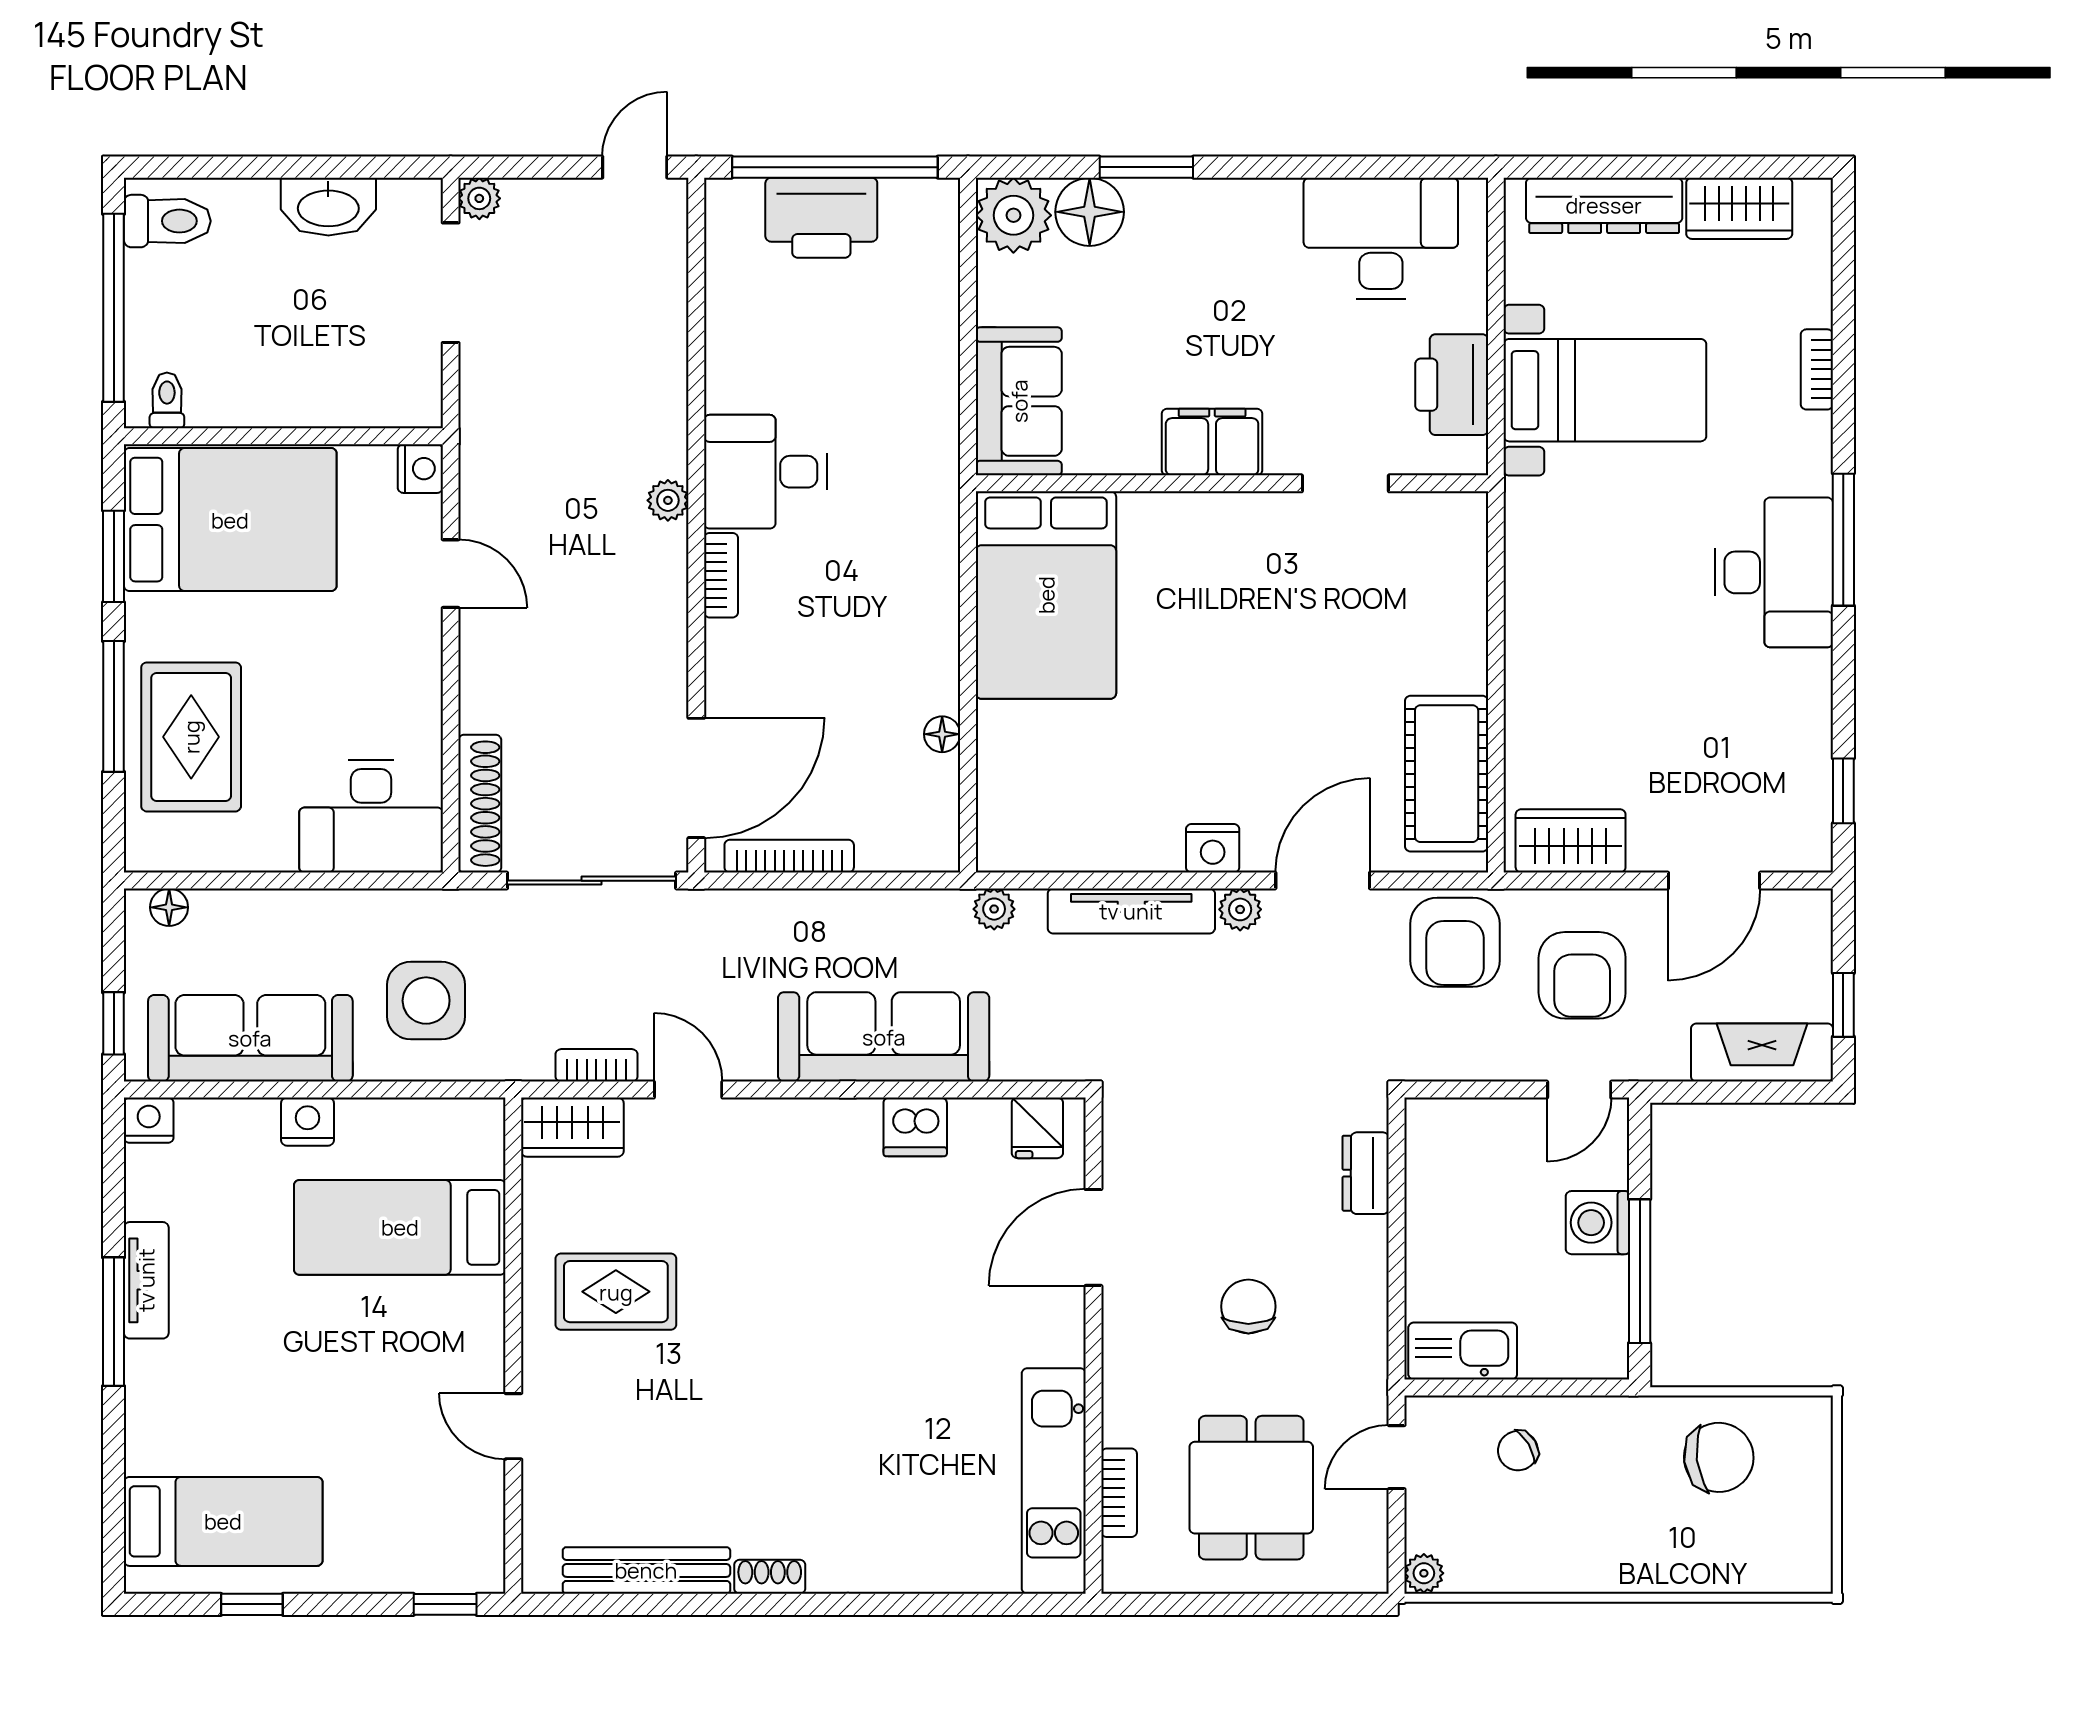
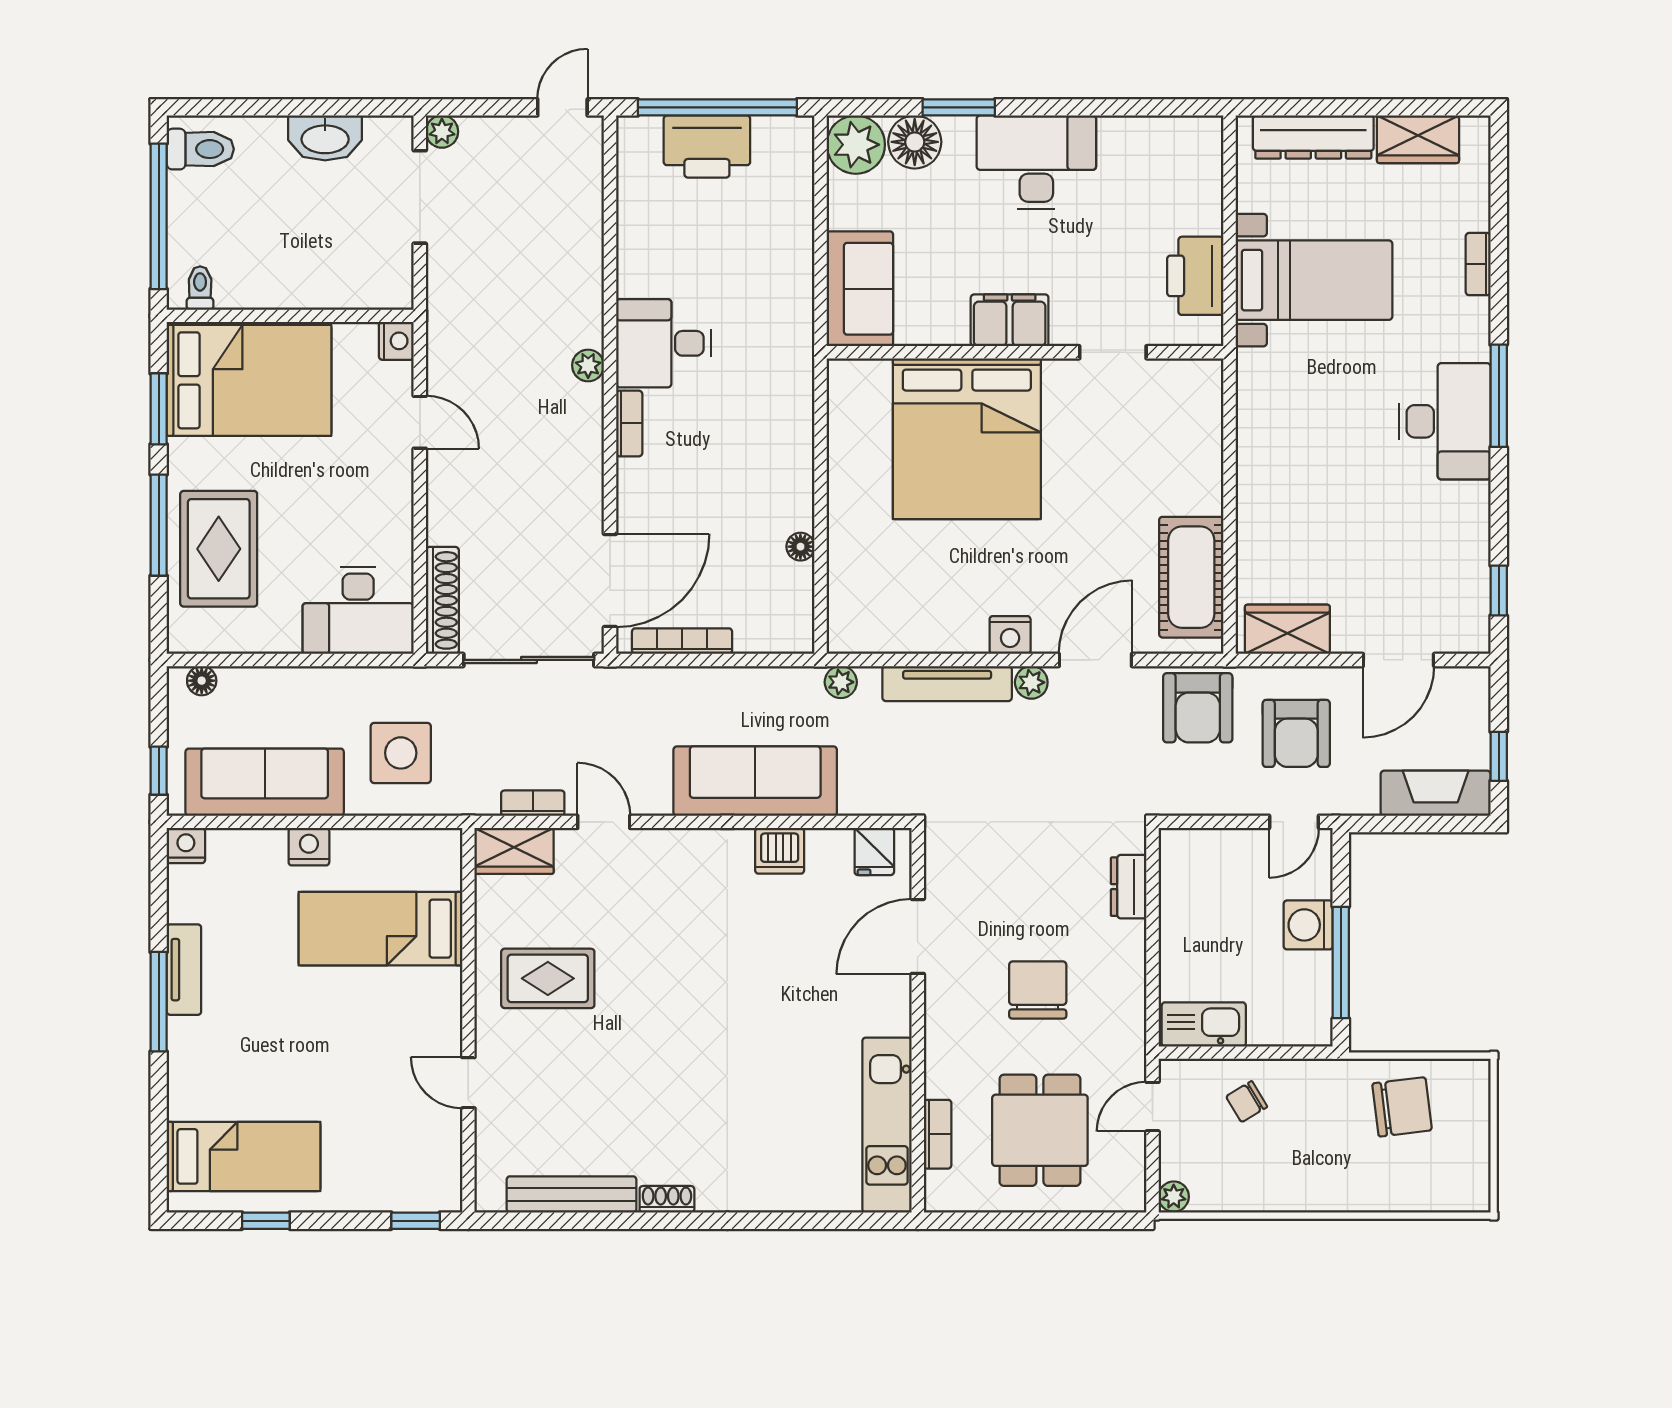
desk: (1381, 238) -> (1036, 162), moved
bed: (1046, 595) -> (967, 439), moved, width x1.36
chair: (1248, 1306) -> (1038, 990), width x1.37, depth x1.37

